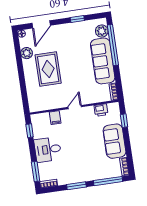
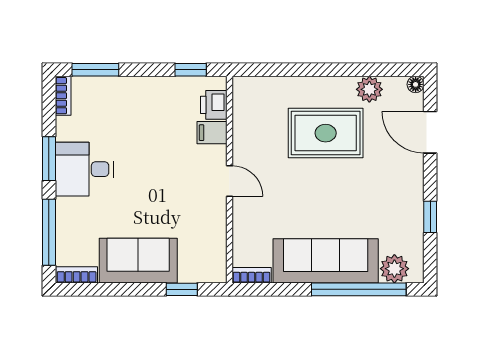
printer: (101, 110) -> (214, 105), moved
desk: (48, 150) -> (84, 169), moved, turned -90

